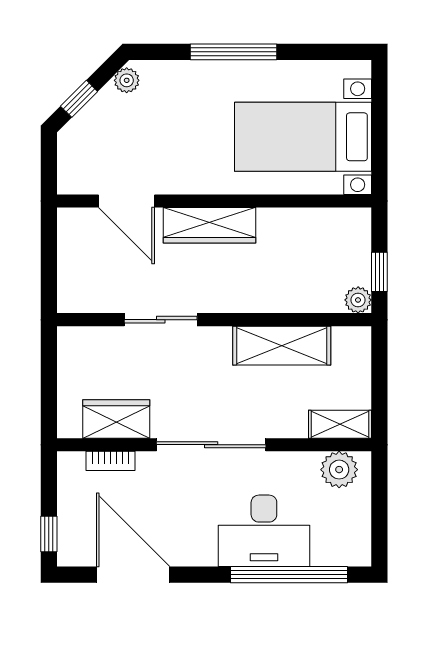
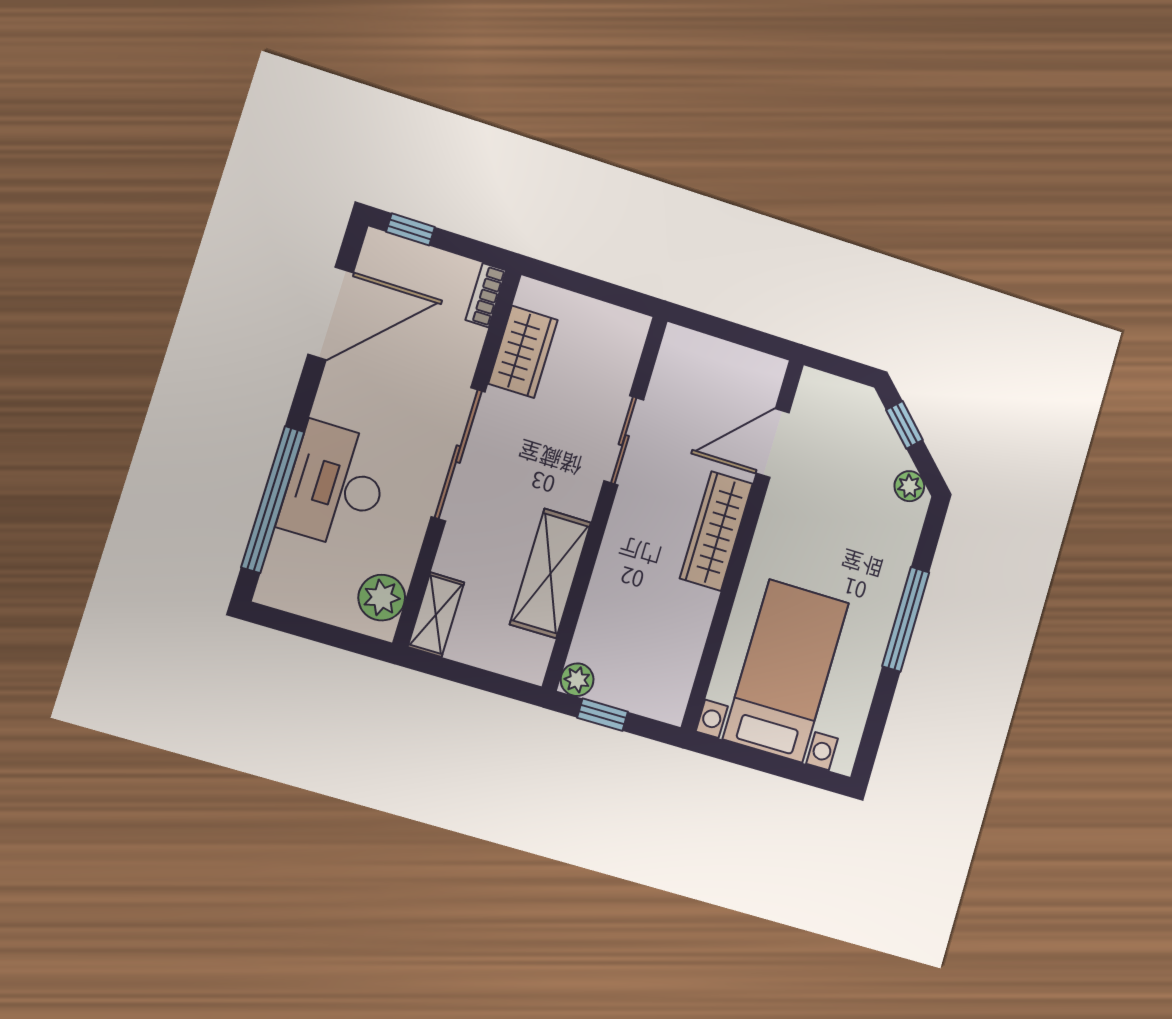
bookcase: (111, 461) -> (486, 295), moved

